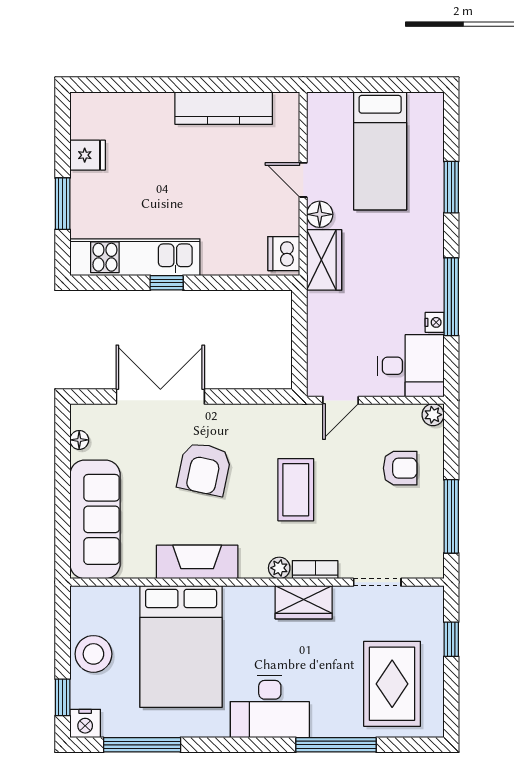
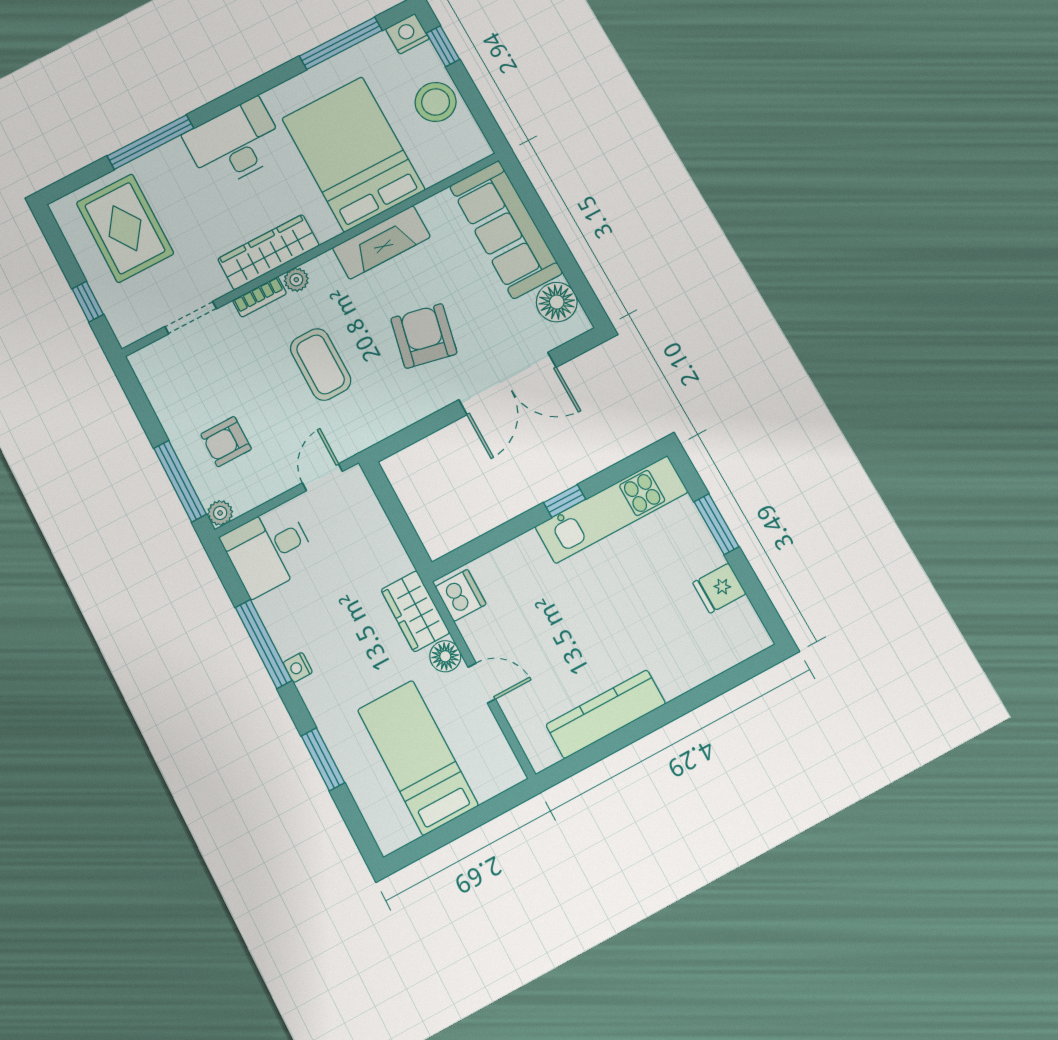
nightstand: (435, 322) -> (298, 667), moved
floor lamp: (79, 440) -> (557, 302), width x1.89, depth x1.89
window: (451, 516) -> (180, 481), moved
wardrobe: (304, 602) -> (268, 252), width x1.50

